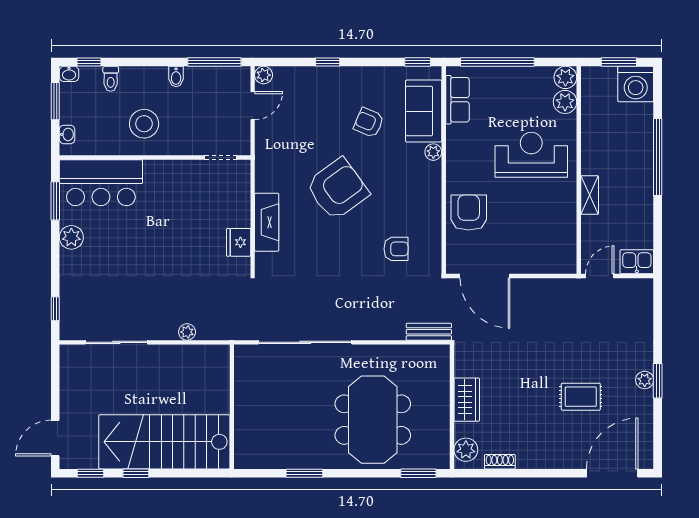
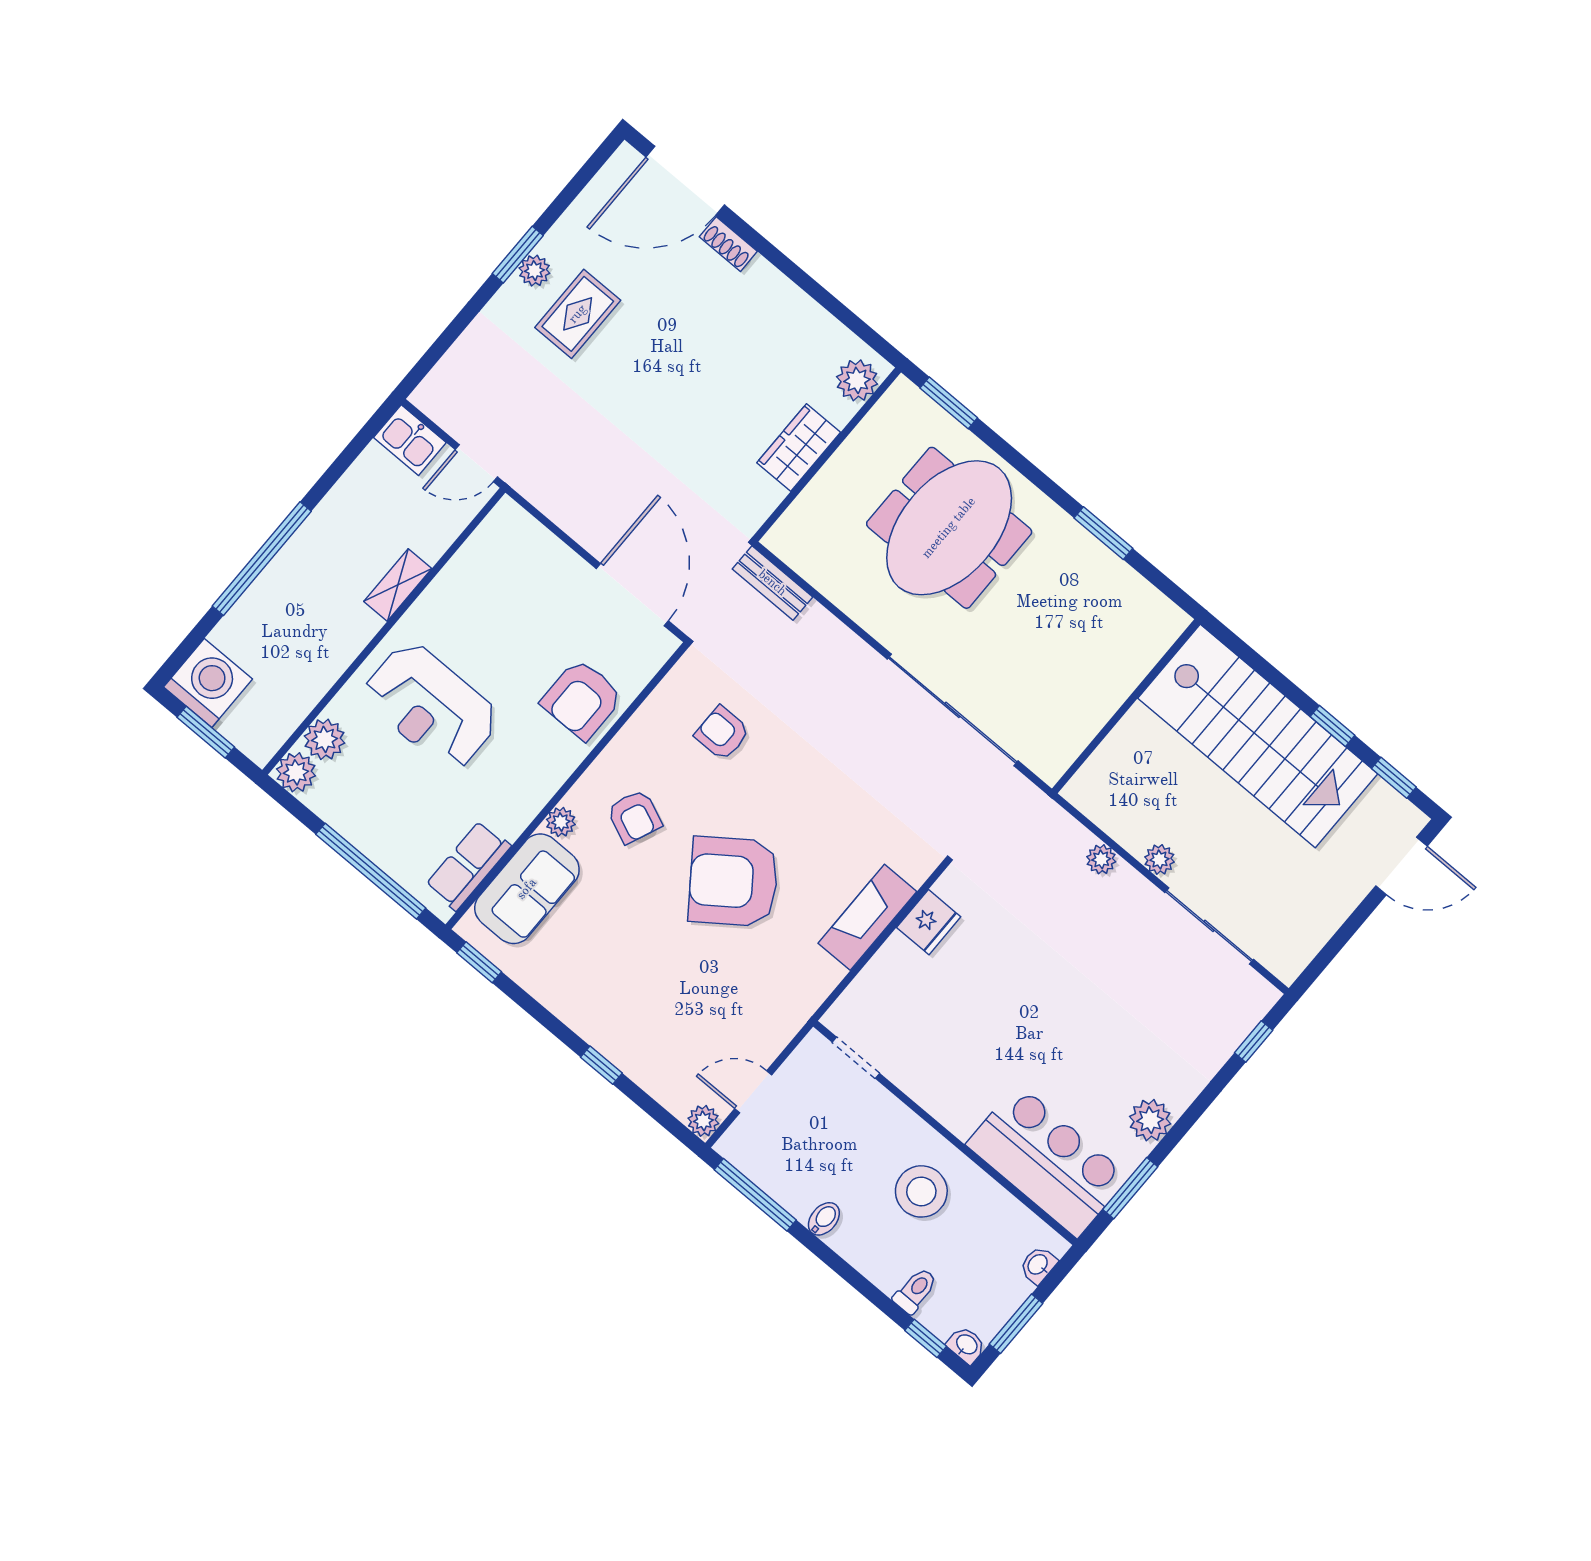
armchair: (369, 123) -> (634, 817), moved
plant: (162, 353) -> (1159, 859), added
rug: (581, 397) -> (578, 314), moved, turned 90
shoe rack: (500, 462) -> (728, 244), moved

